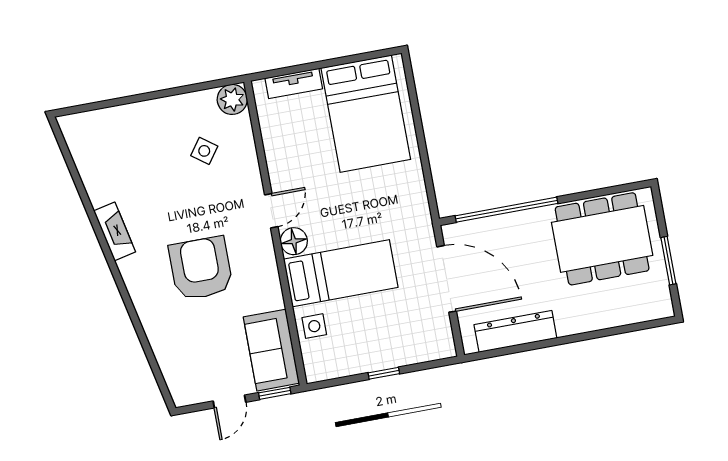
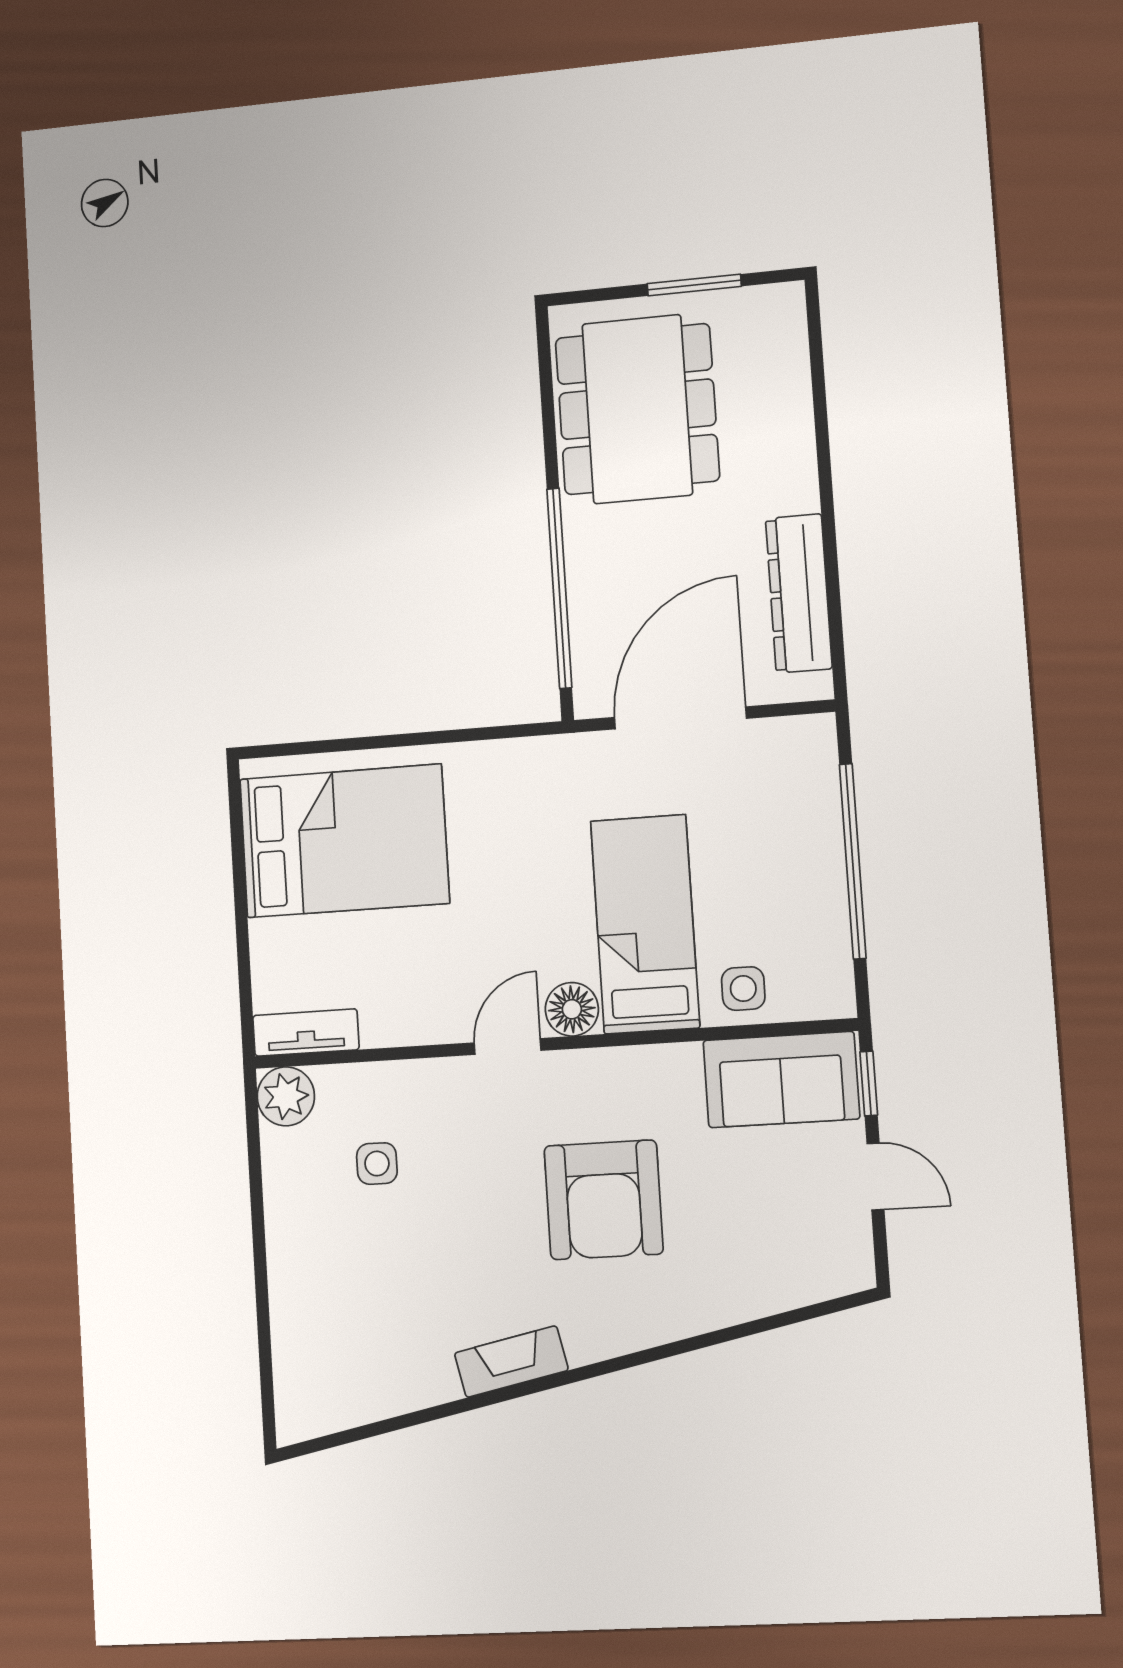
tv unit: (294, 83) -> (306, 1032), moved, turned -90
side table: (204, 151) -> (377, 1164), turned -36
door: (271, 211) -> (508, 1047), hinge flipped
armchair: (201, 268) -> (604, 1200), turned -90
window: (384, 373) -> (853, 861), width x3.17

